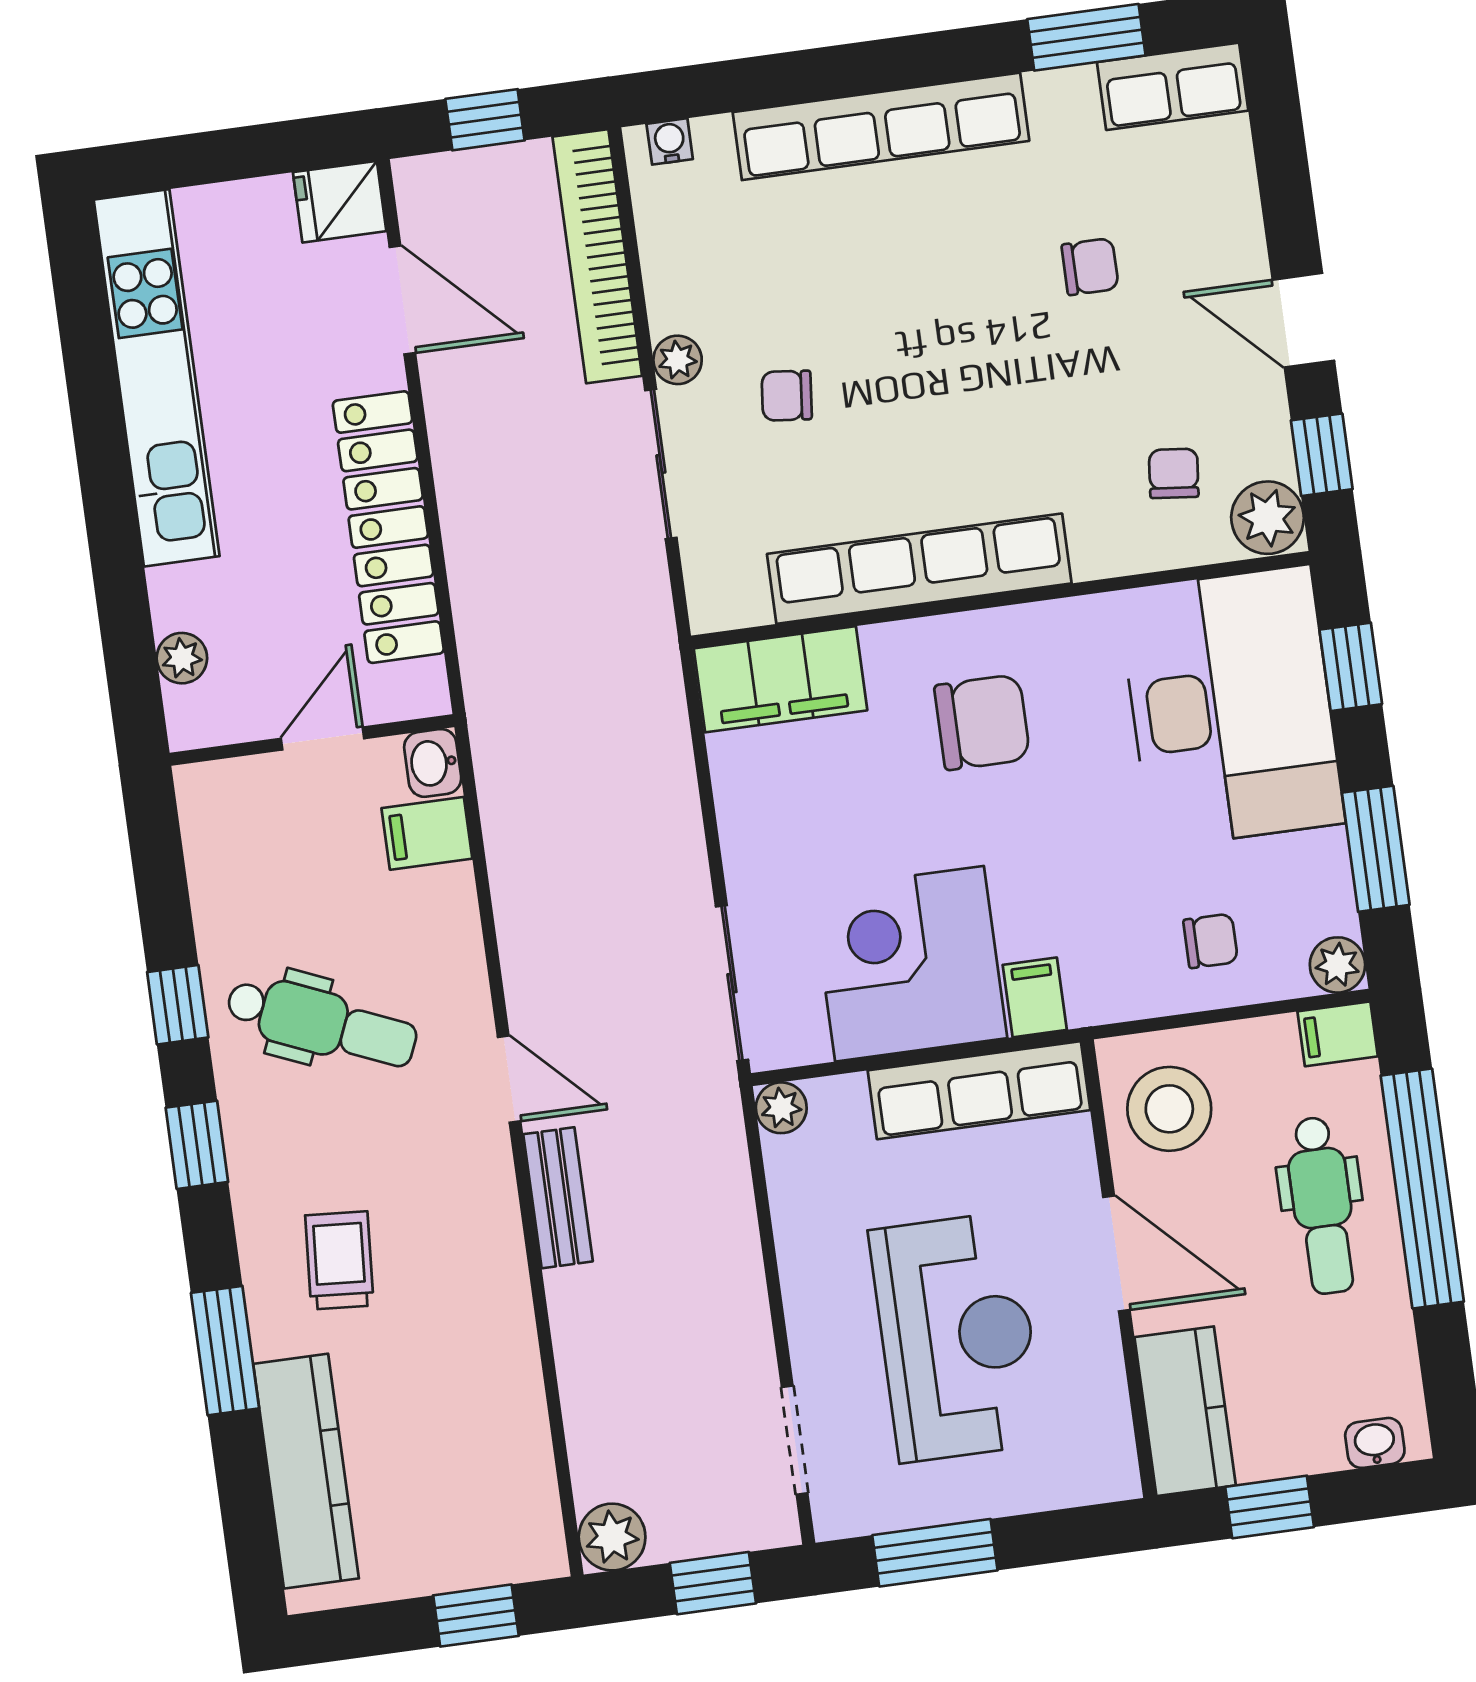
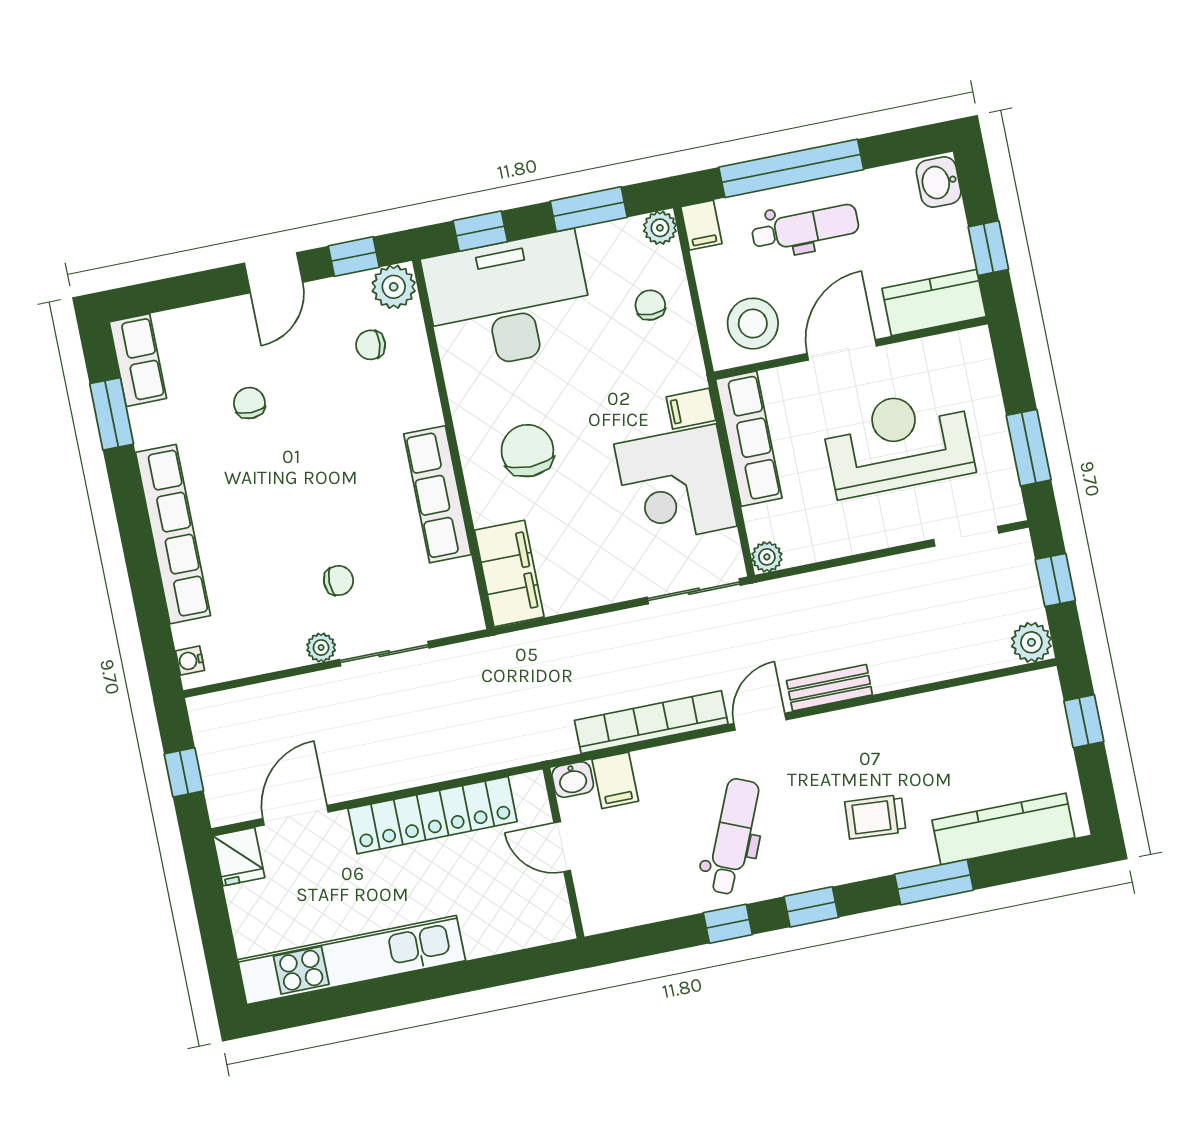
bookcase: (597, 256) -> (651, 722), moved, turned 180
chair: (787, 396) -> (338, 581), turned -96
row of seats: (919, 569) -> (437, 494), width x0.73
plant: (182, 658) -> (519, 934), removed
washbasin: (1375, 1443) -> (939, 182), width x1.38, depth x1.45

